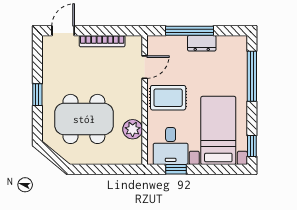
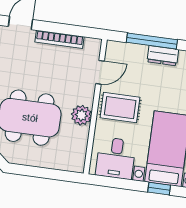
plant: (133, 129) -> (81, 115), moved
window: (176, 169) -> (159, 189), moved

